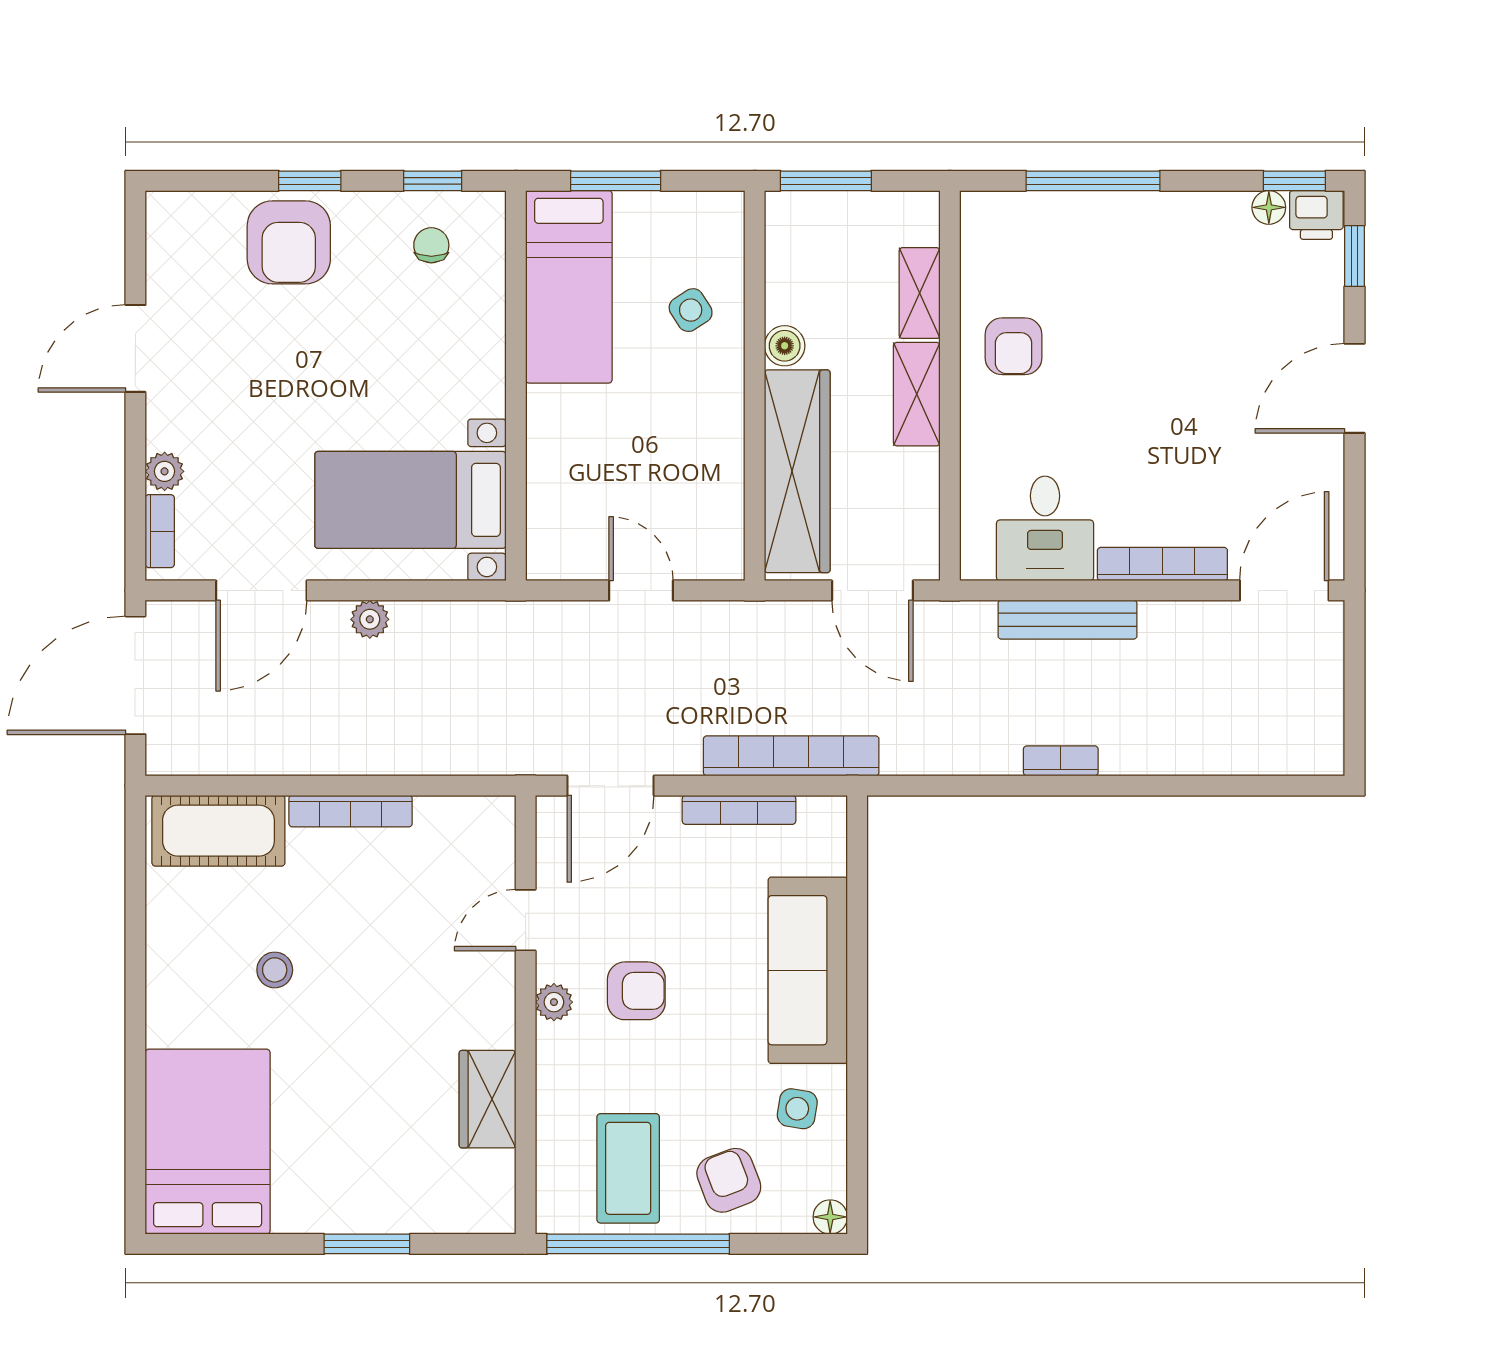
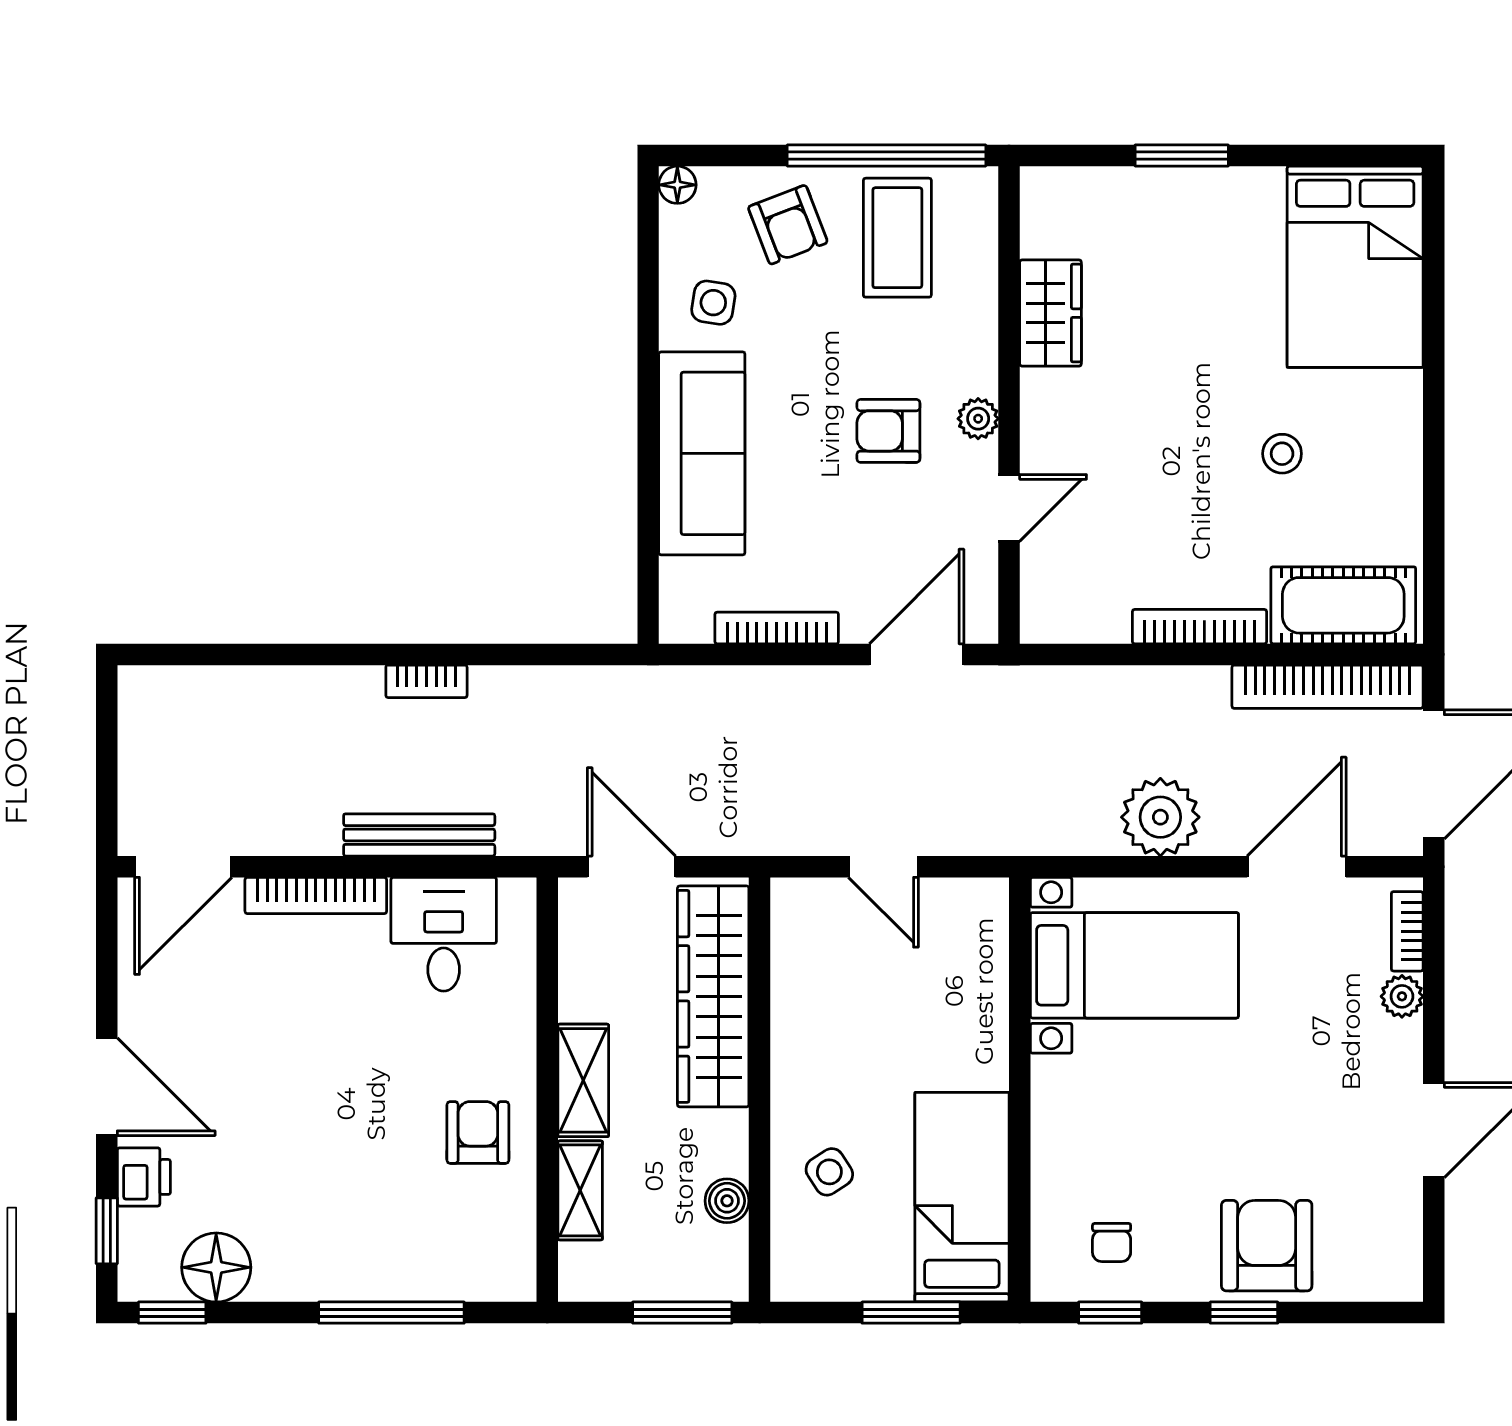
floor lamp: (1269, 207) -> (216, 1267), width x1.89, depth x1.89
printer: (1316, 215) -> (144, 1177), moved, turned 90
boiler: (785, 346) -> (727, 1201), moved
door: (1354, 388) -> (107, 1087), hinge flipped
plant: (370, 619) -> (1160, 817), width x1.87, depth x1.87
bookcase: (791, 756) -> (1328, 687), moved

